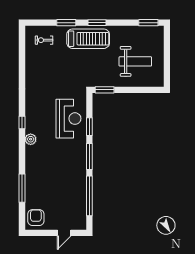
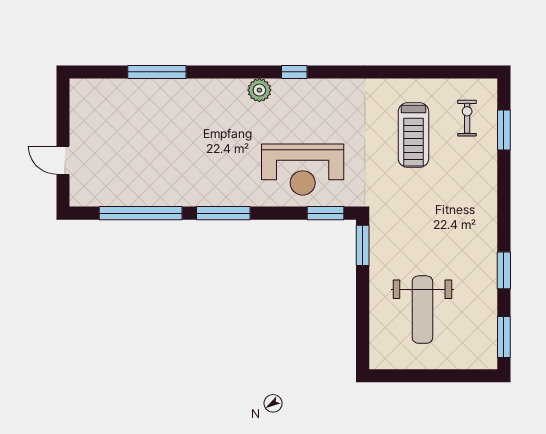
window: (66, 23) -> (504, 130), moved
window: (97, 23) -> (504, 270), moved
treadmill: (88, 39) -> (413, 135), moved, width x0.73, depth x0.73
window: (89, 127) -> (325, 213), moved
armchair: (36, 218) -> (95, 101), removed

